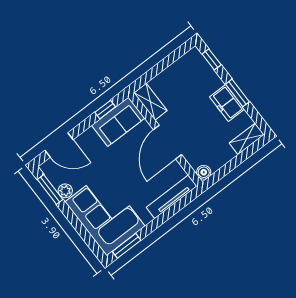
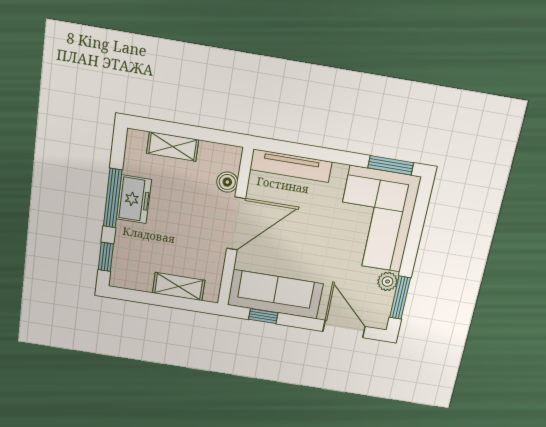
window: (237, 93) -> (113, 198), width x1.44
shelving: (150, 102) -> (179, 287), moved, turned 90
sofa: (118, 122) -> (275, 294), width x1.36
shelving: (247, 139) -> (173, 146), moved
boiler: (204, 172) -> (227, 182), moved

